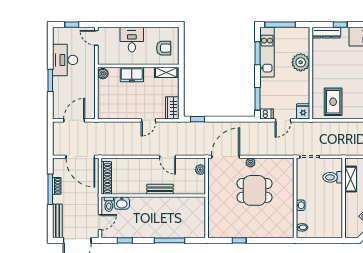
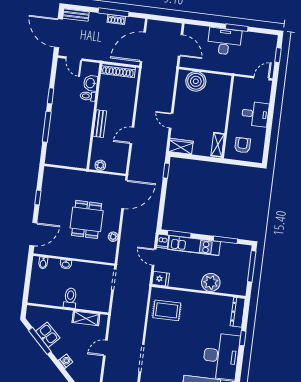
window: (340, 25) -> (243, 338), moved
armchair: (164, 48) -> (243, 145), turned 180
kitchen unit: (267, 52) -> (194, 246), moved
desk: (65, 60) -> (224, 41), moved
boiler: (103, 74) -> (196, 81), moved, width x1.86, depth x1.86
freezer: (132, 75) -> (220, 110), removed
window: (50, 80) -> (237, 28), moved
door: (226, 157) -> (124, 194), hinge flipped
plant: (251, 163) -> (113, 237), moved
plant: (200, 170) -> (100, 165), moved
toilet: (333, 177) -> (70, 298), moved
toilet: (109, 204) -> (88, 96), moved
bench: (57, 221) -> (76, 15), width x0.73
window: (125, 240) -> (51, 96), moved
door: (275, 240) -> (33, 234), added

